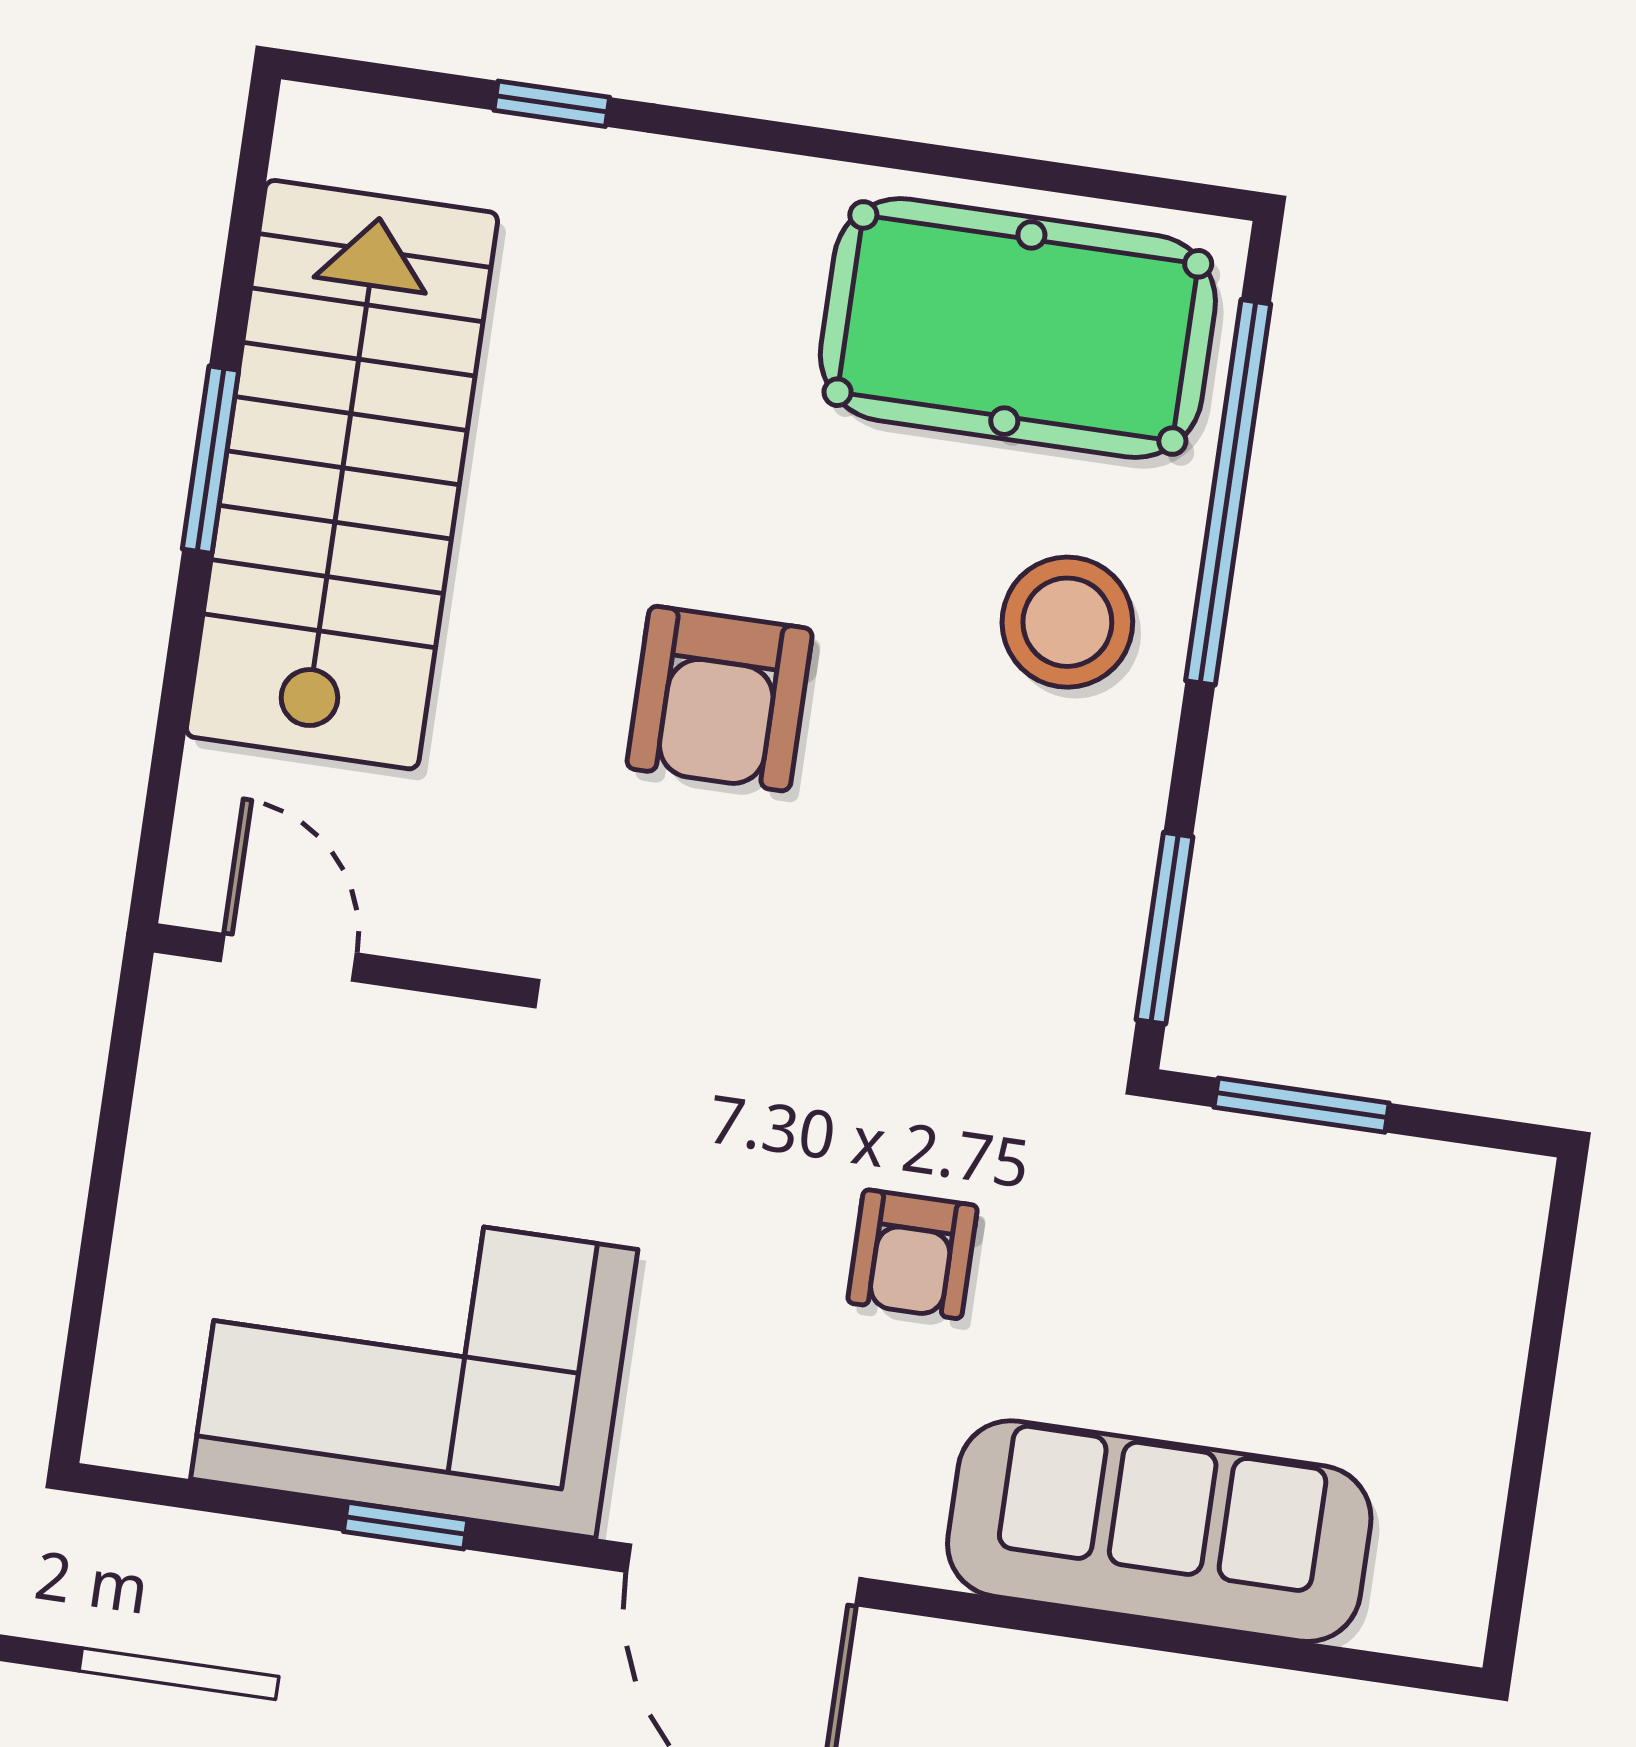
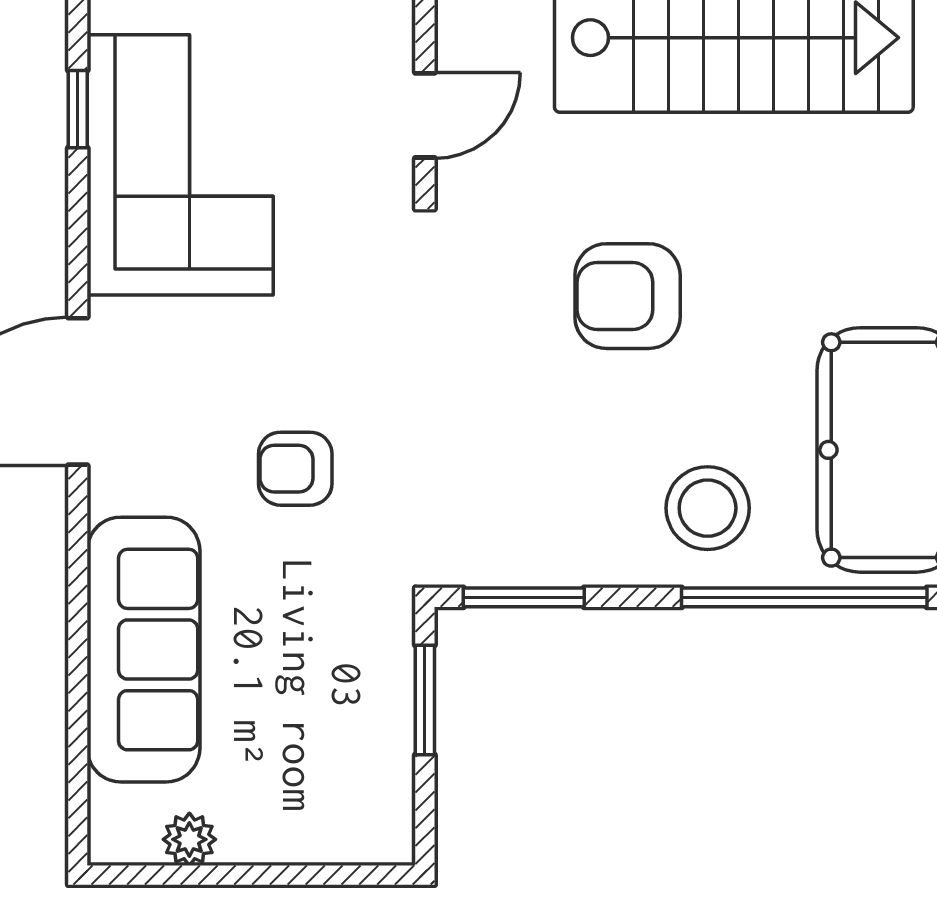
door: (288, 957) -> (425, 115), moved
plant: (1465, 1503) -> (189, 839), added
window: (406, 1526) -> (78, 109), moved

